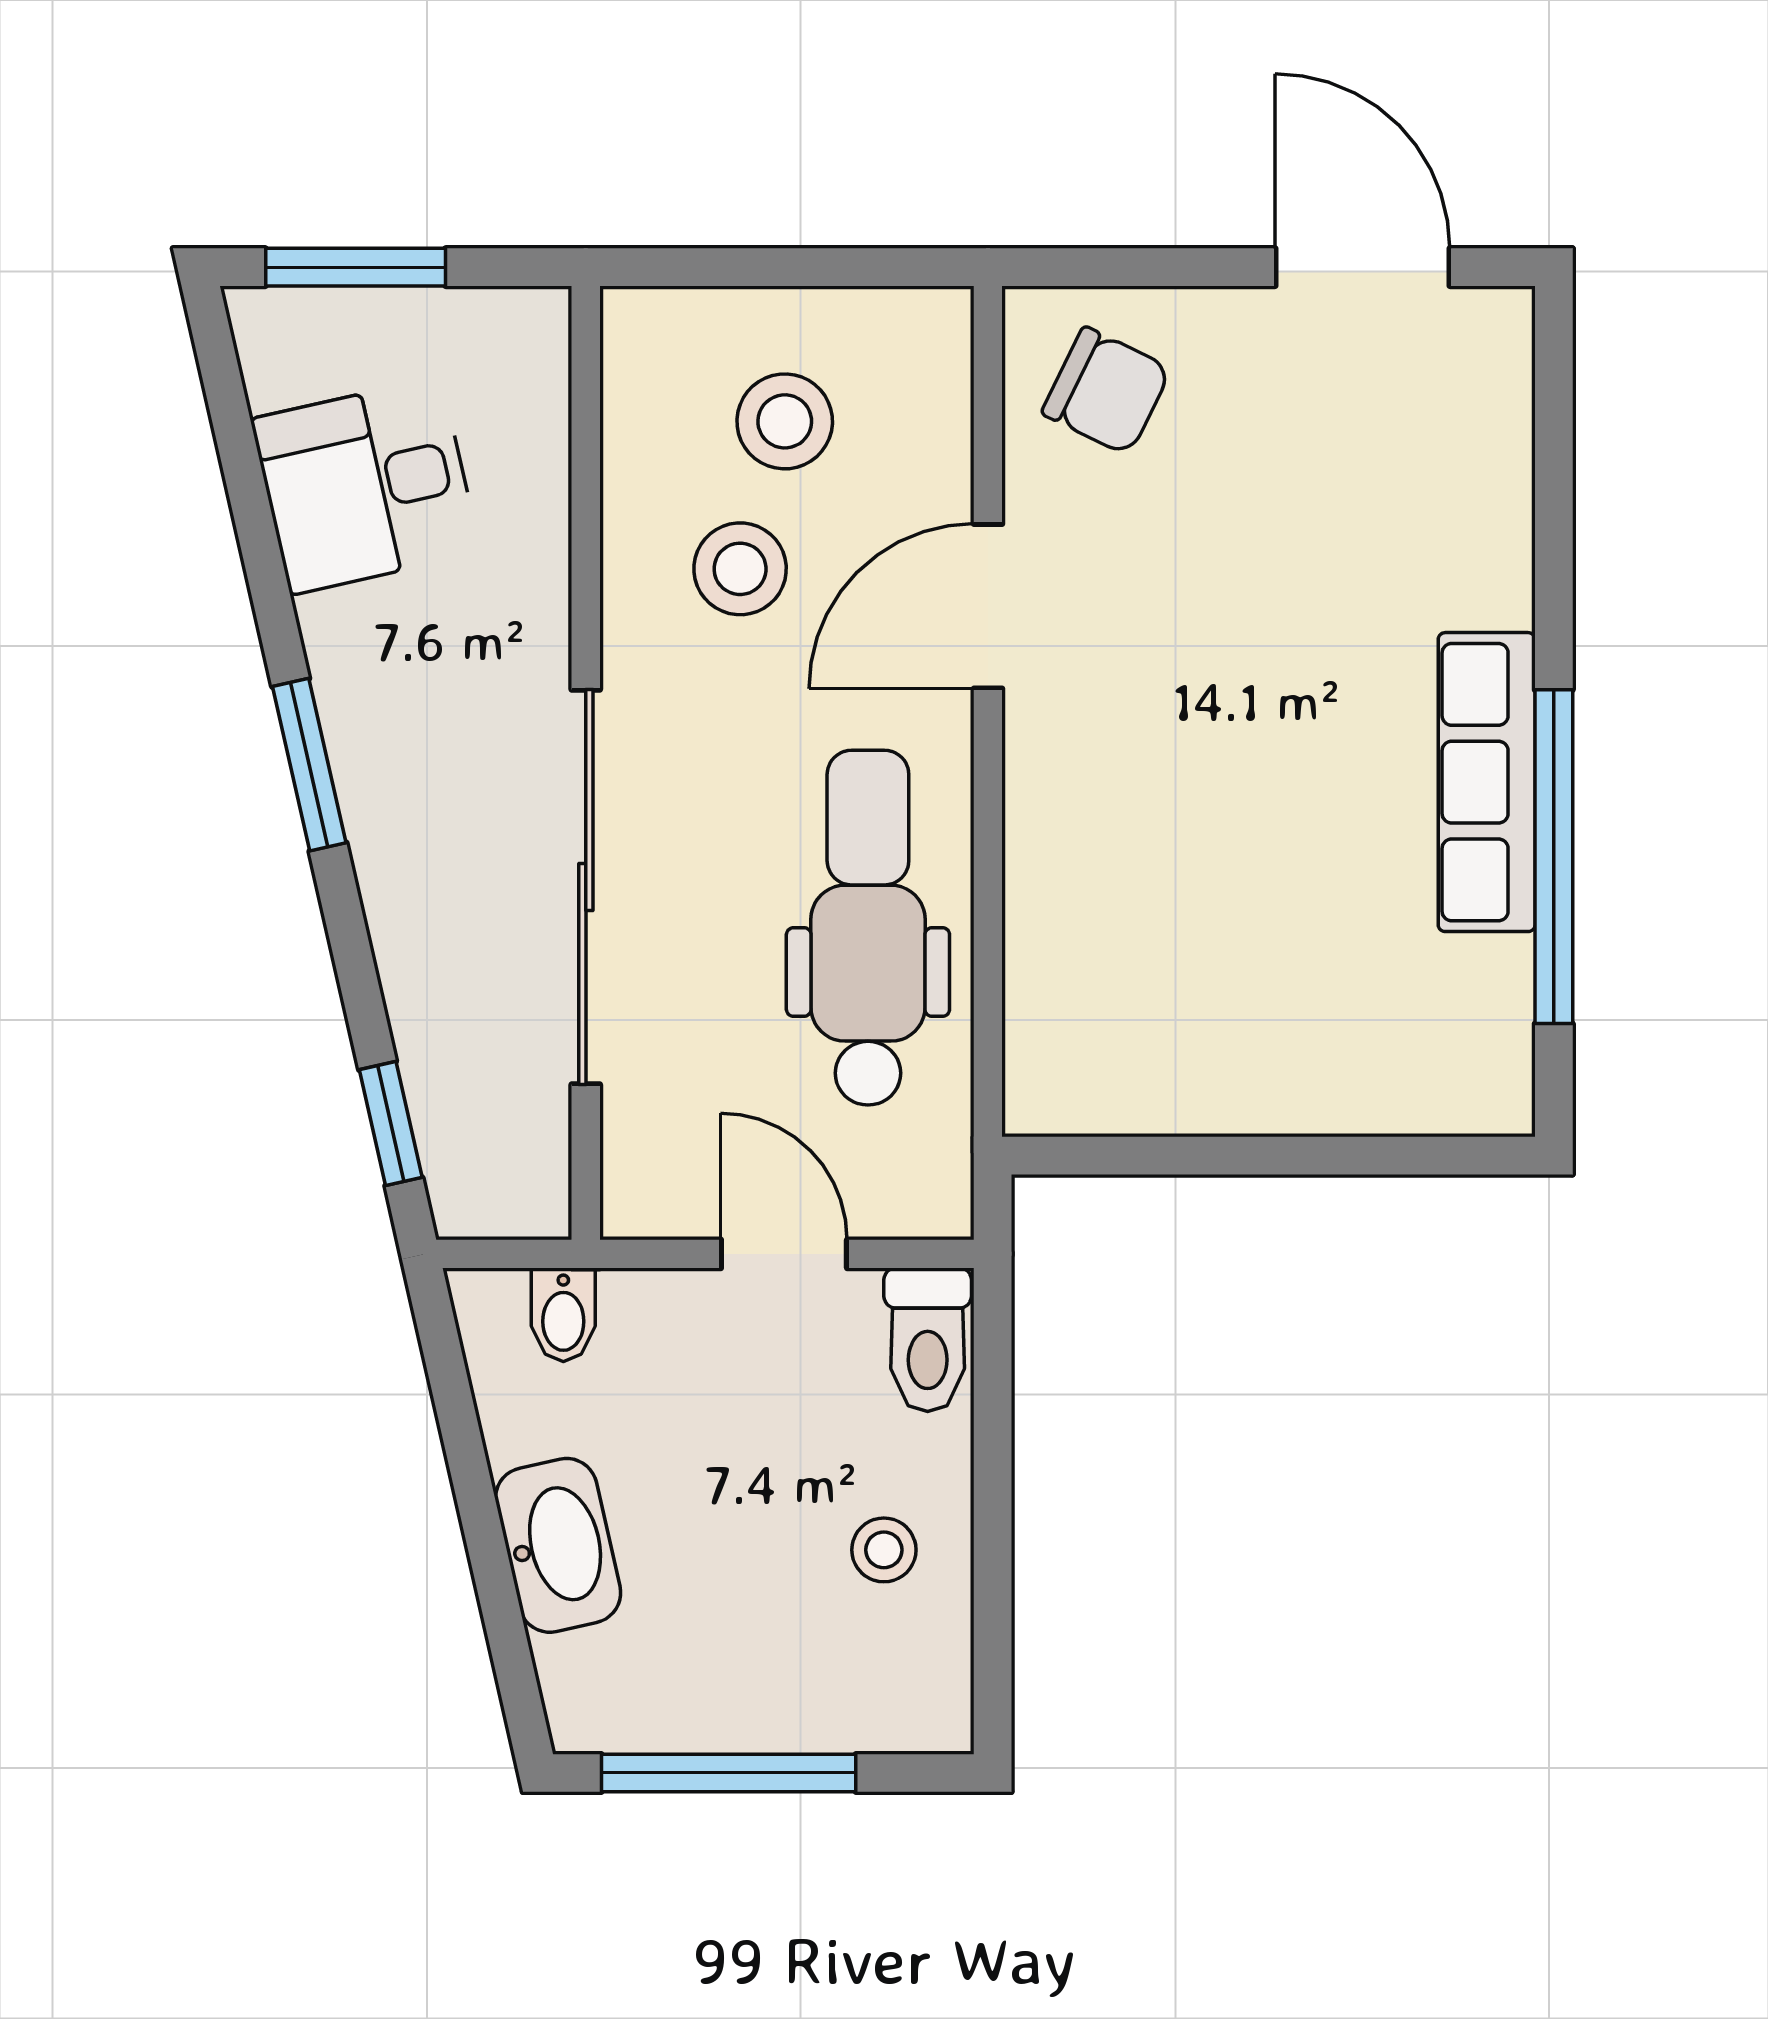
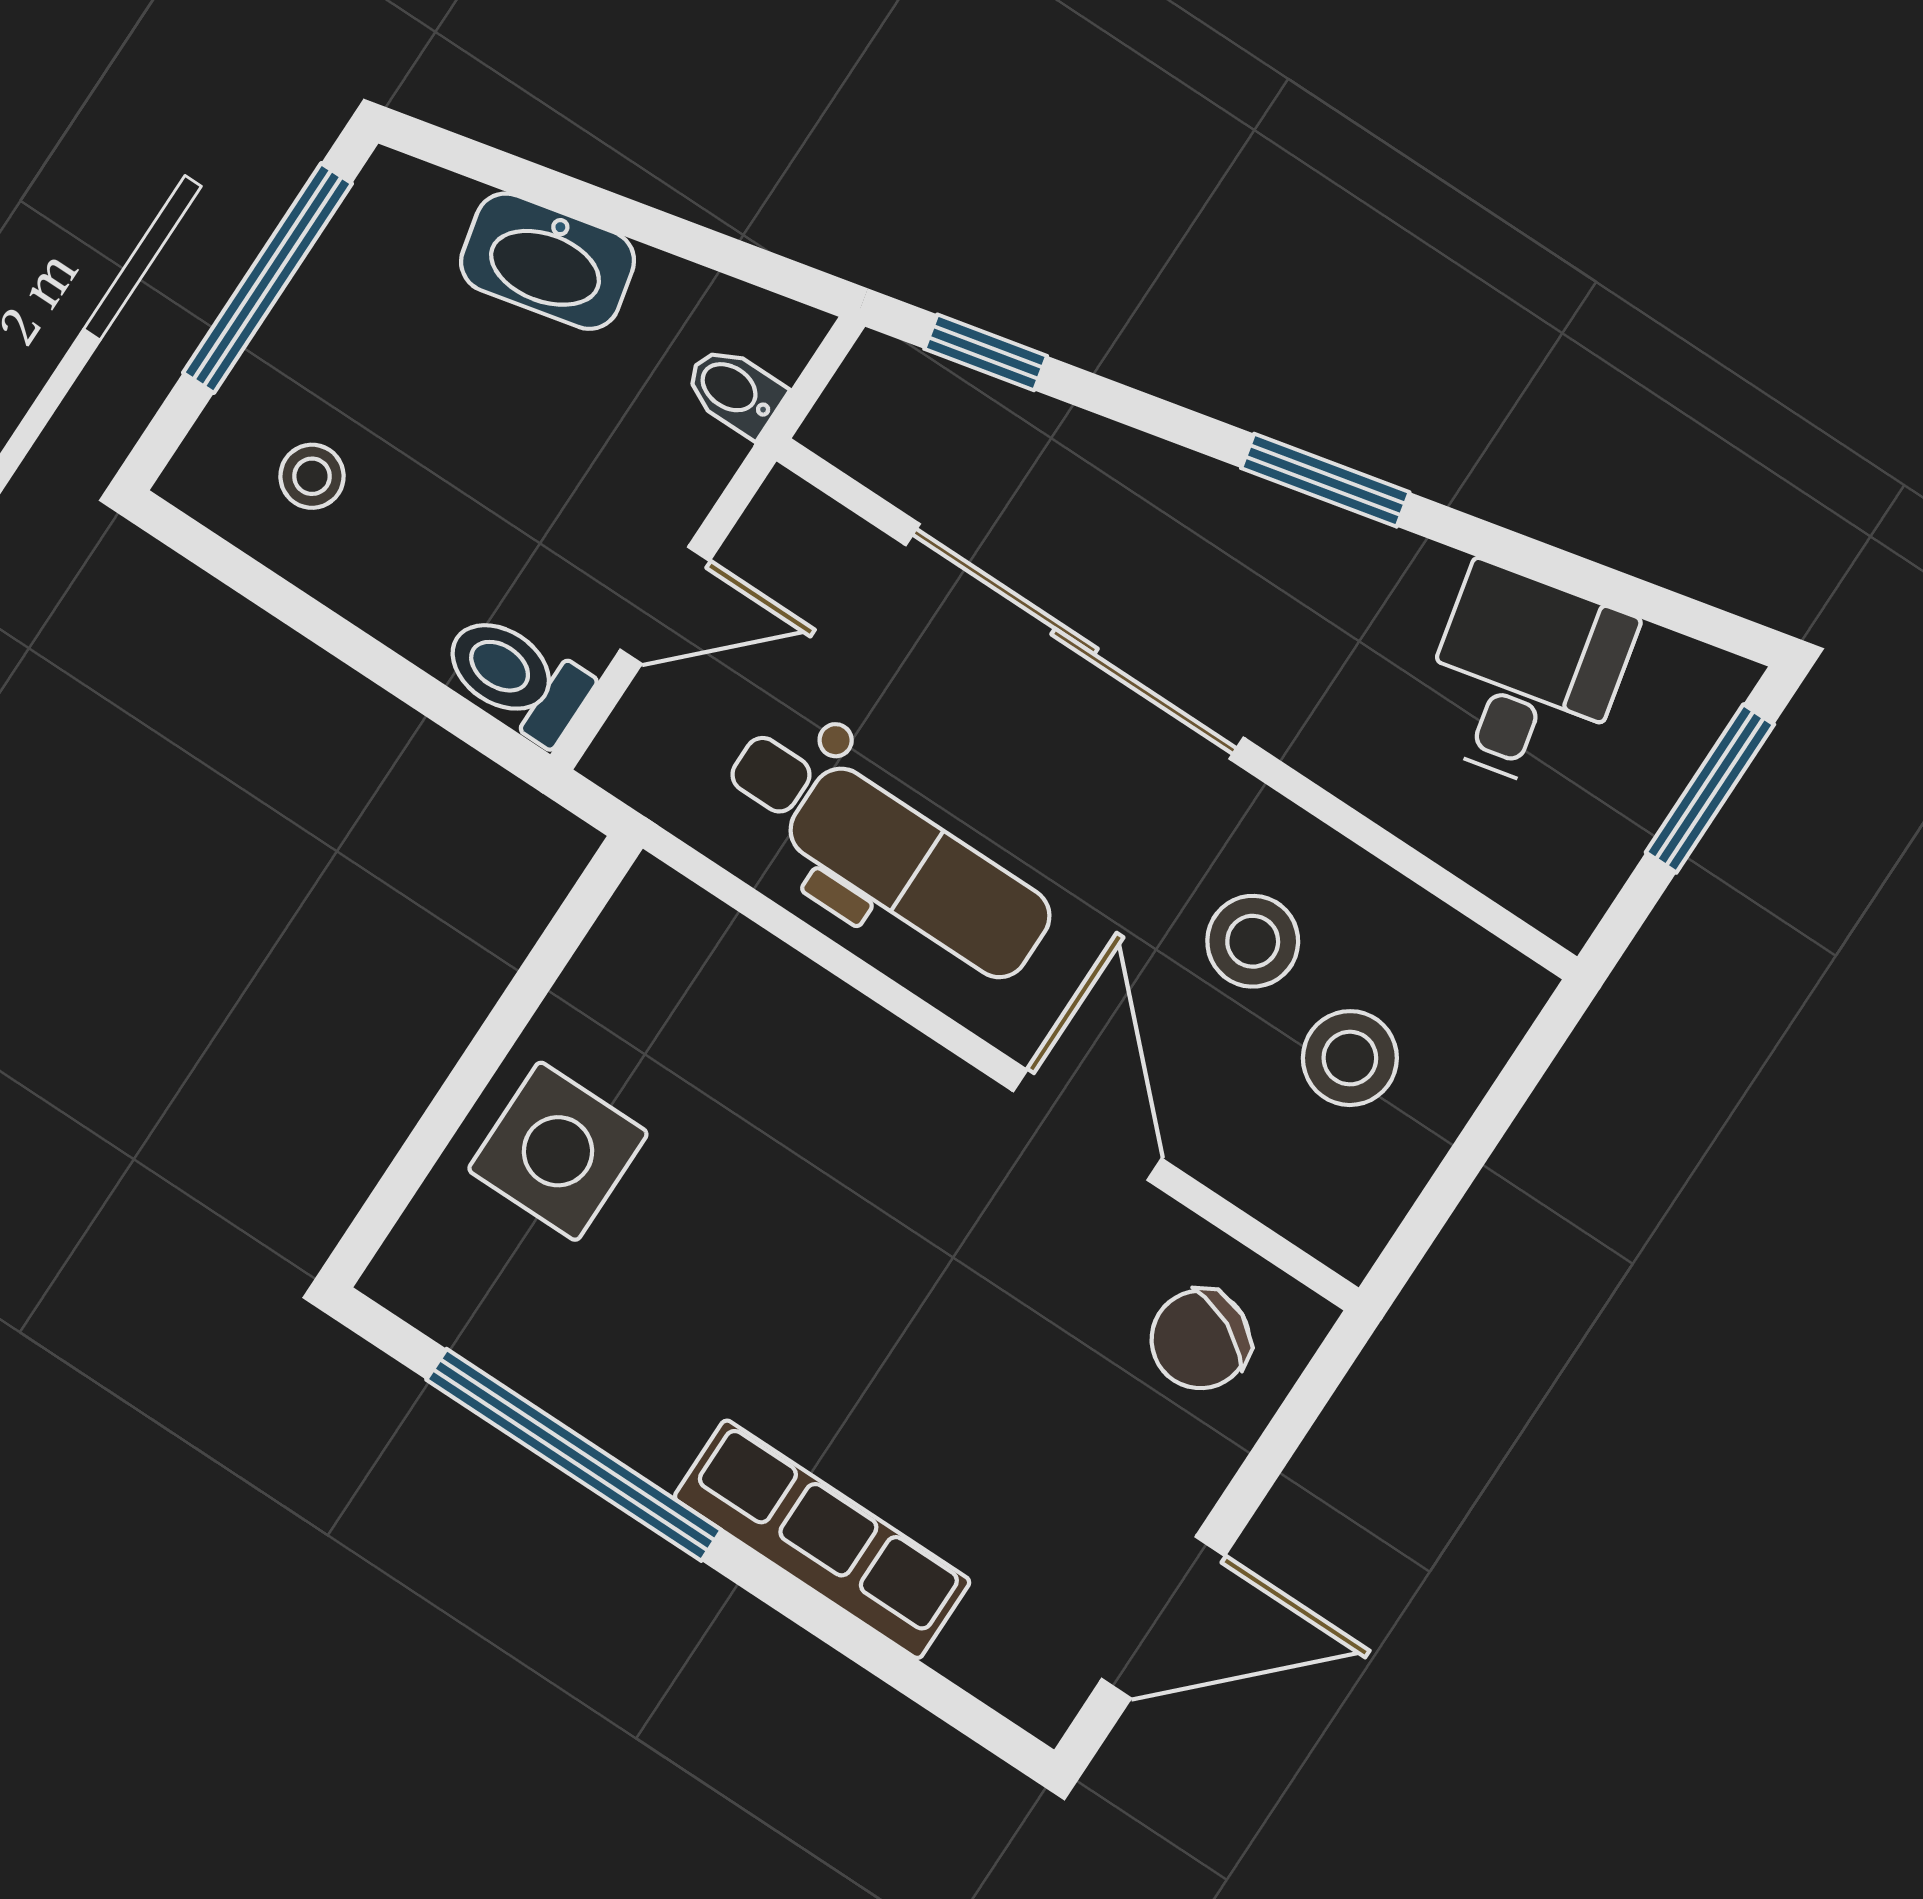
row of seats: (1487, 782) -> (822, 1539), moved
side table: (1306, 1040) -> (558, 1151), added
stool: (884, 1550) -> (312, 476), moved

